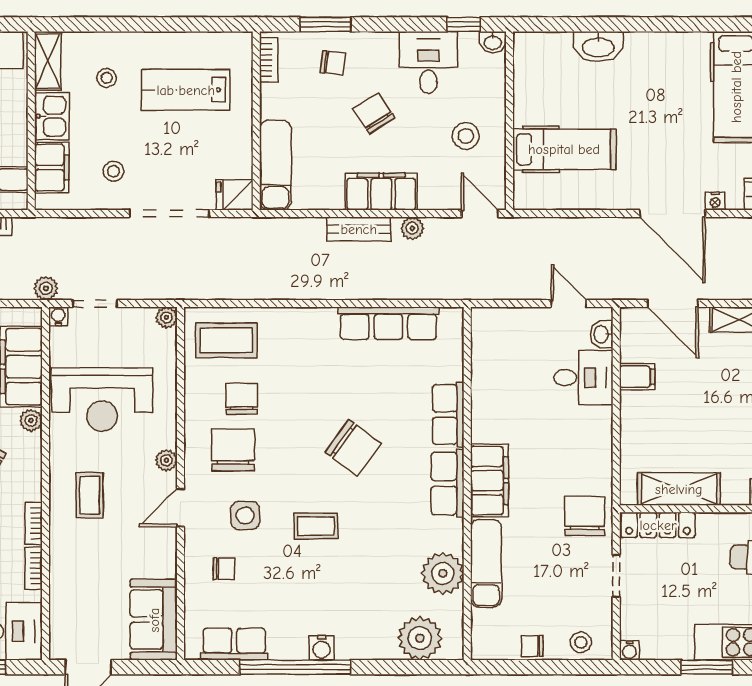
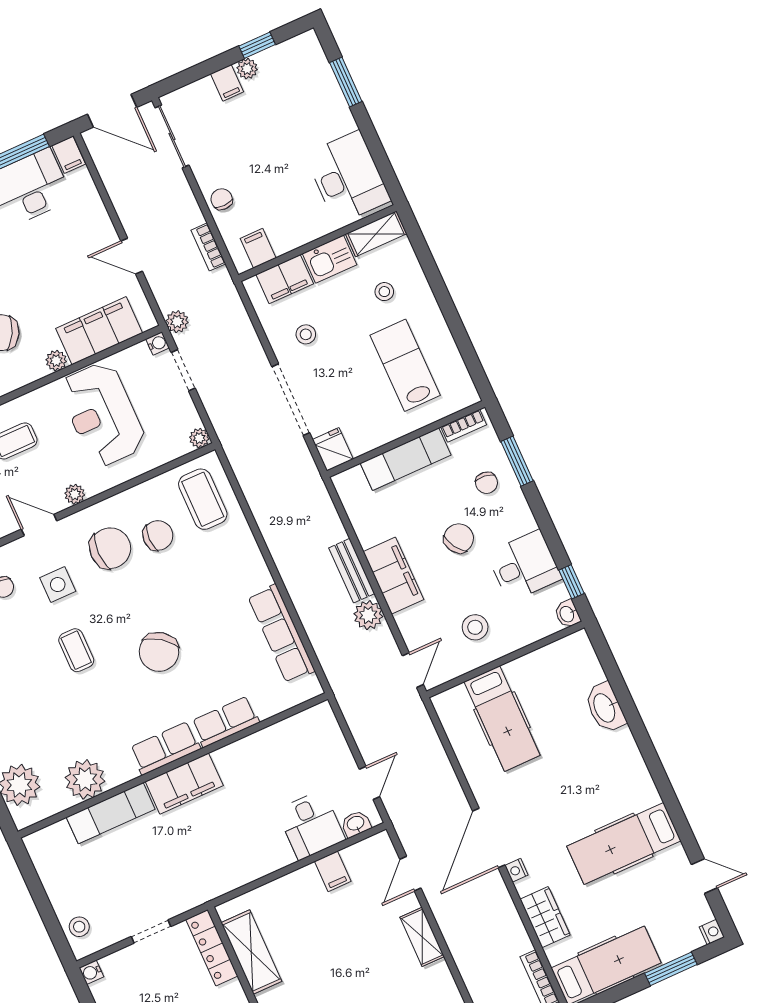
exam couch: (275, 165) -> (406, 459), moved
plant: (412, 228) -> (368, 615), width x1.38, depth x1.38
door: (673, 304) -> (410, 874), width x0.73
chair: (585, 516) -> (191, 880), removed
chair: (532, 646) -> (57, 886), removed

